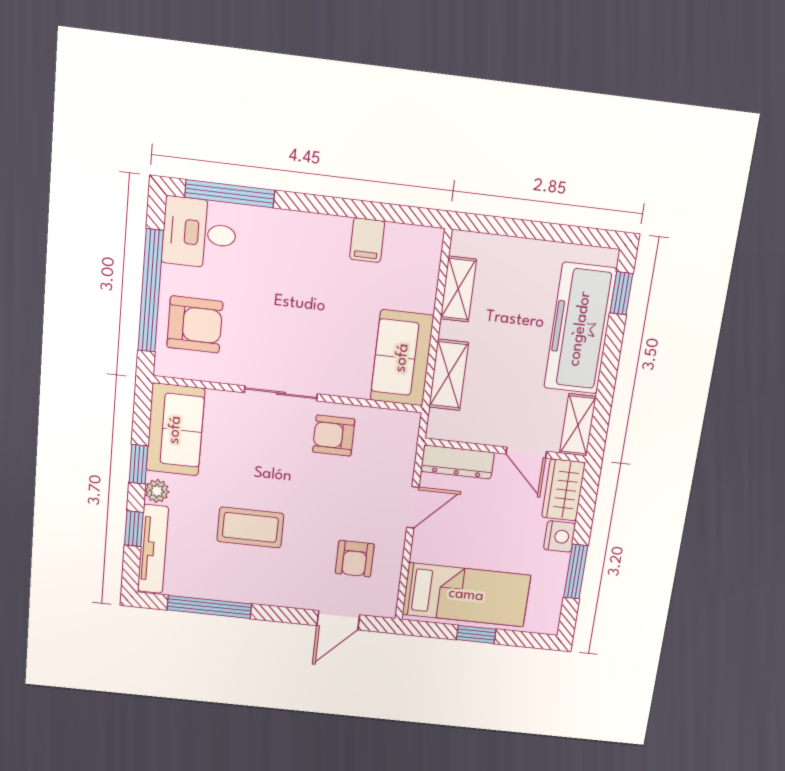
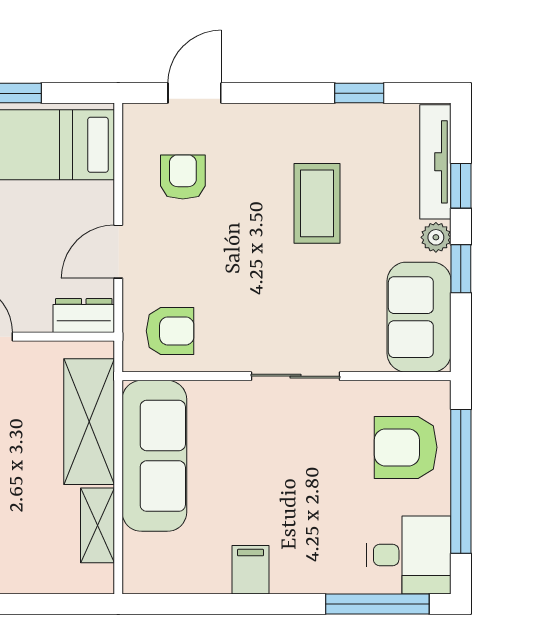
filing cabinet: (367, 240) -> (251, 570), moved
sofa: (402, 358) -> (154, 456), width x1.36
shelving: (449, 375) -> (89, 422), width x1.50, depth x1.33
armchair: (334, 436) -> (170, 331), moved
dresser: (458, 462) -> (84, 315), width x0.70
coffee table: (250, 527) -> (317, 203), turned 90
window: (209, 607) -> (359, 93), width x0.46

